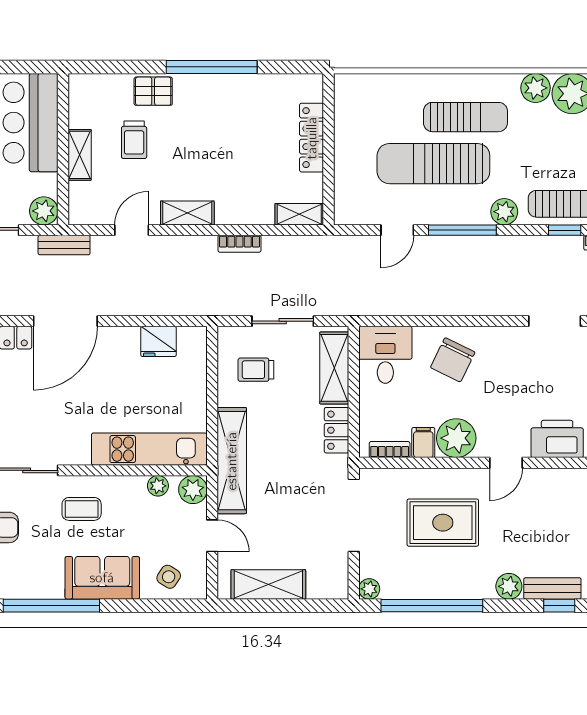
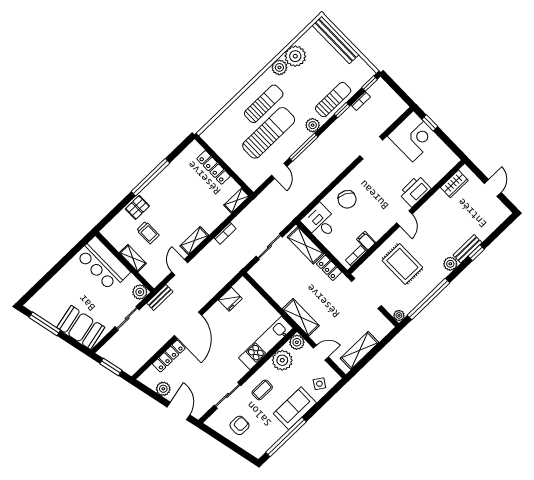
sun lounger: (433, 164) -> (269, 133), turned 180
trolley: (256, 370) -> (277, 274), removed
plant: (456, 438) -> (377, 227), removed
shelving: (232, 461) -> (301, 317), width x0.68
plant: (158, 486) -> (282, 360), width x1.88, depth x1.88
rug: (443, 523) -> (402, 264), turned 90

